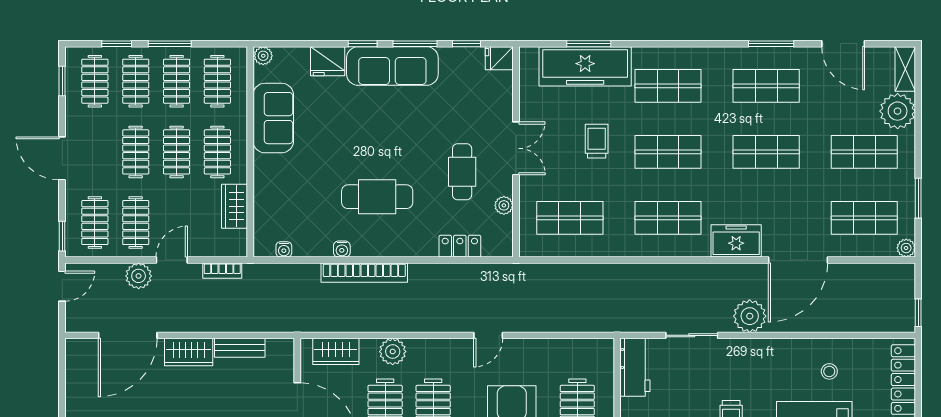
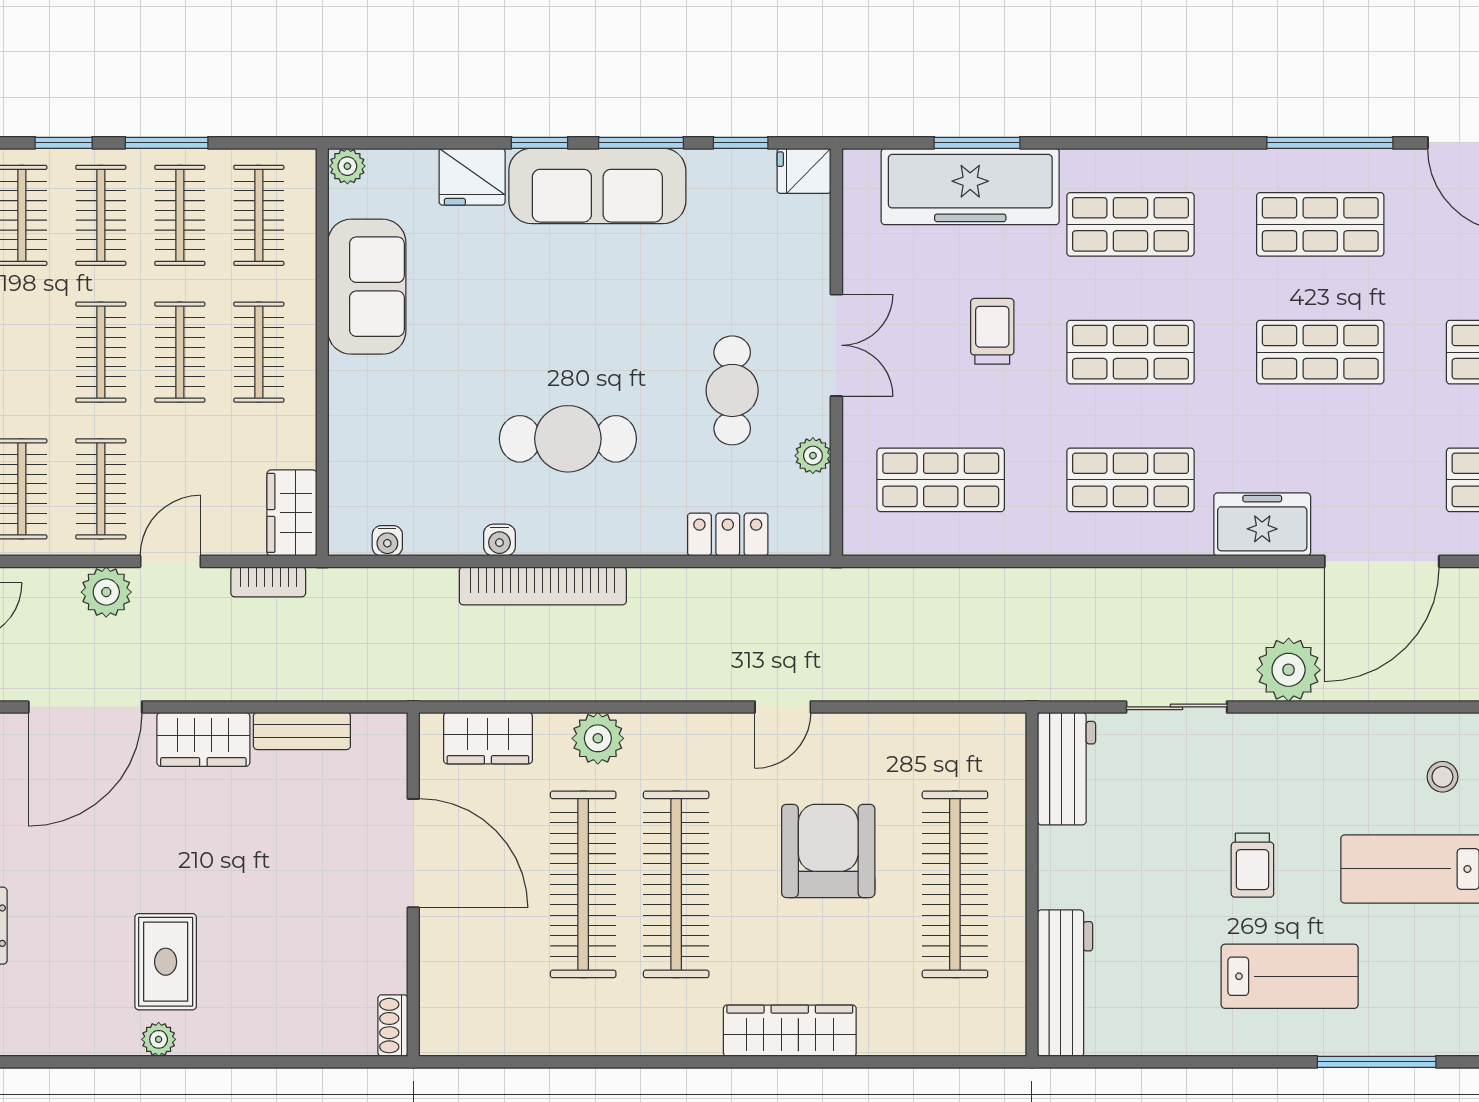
window: (771, 44) -> (1330, 143), width x1.44
wardrobe: (234, 206) -> (292, 513), moved

